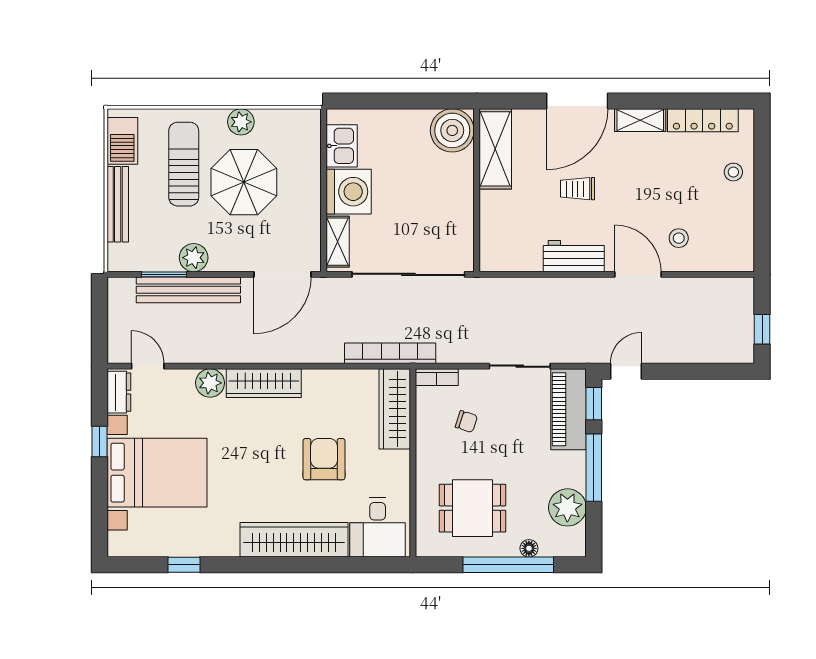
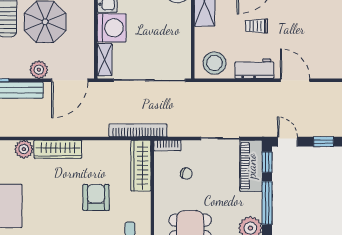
stool: (679, 238) -> (214, 63), moved, width x1.89, depth x1.89
plant: (194, 258) -> (39, 70), moved
door: (626, 371) -> (288, 142), hinge flipped
window: (683, 371) -> (324, 142), added

